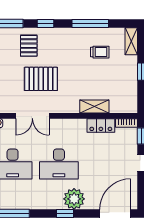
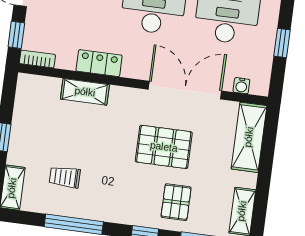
double door: (32, 116) -> (185, 90), width x1.37
locker: (101, 125) -> (99, 63), moved

